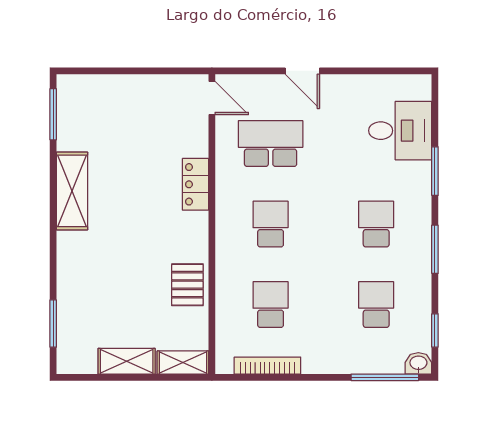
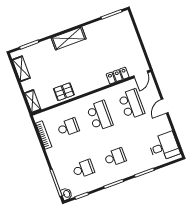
desk: (400, 131) -> (164, 147), moved, turned -90
locker: (196, 184) -> (118, 76), moved
shelving: (72, 191) -> (69, 38), moved
school desk: (271, 224) -> (100, 116), width x1.85
shelving: (127, 361) -> (21, 69), moved

